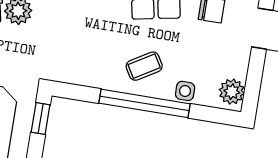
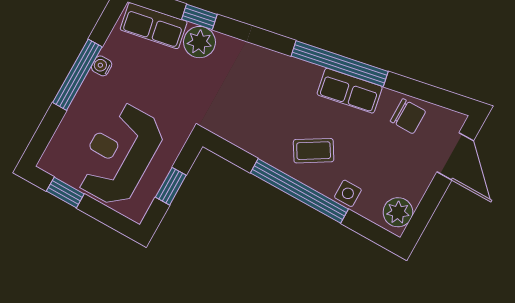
window: (41, 119) -> (171, 186), moved

